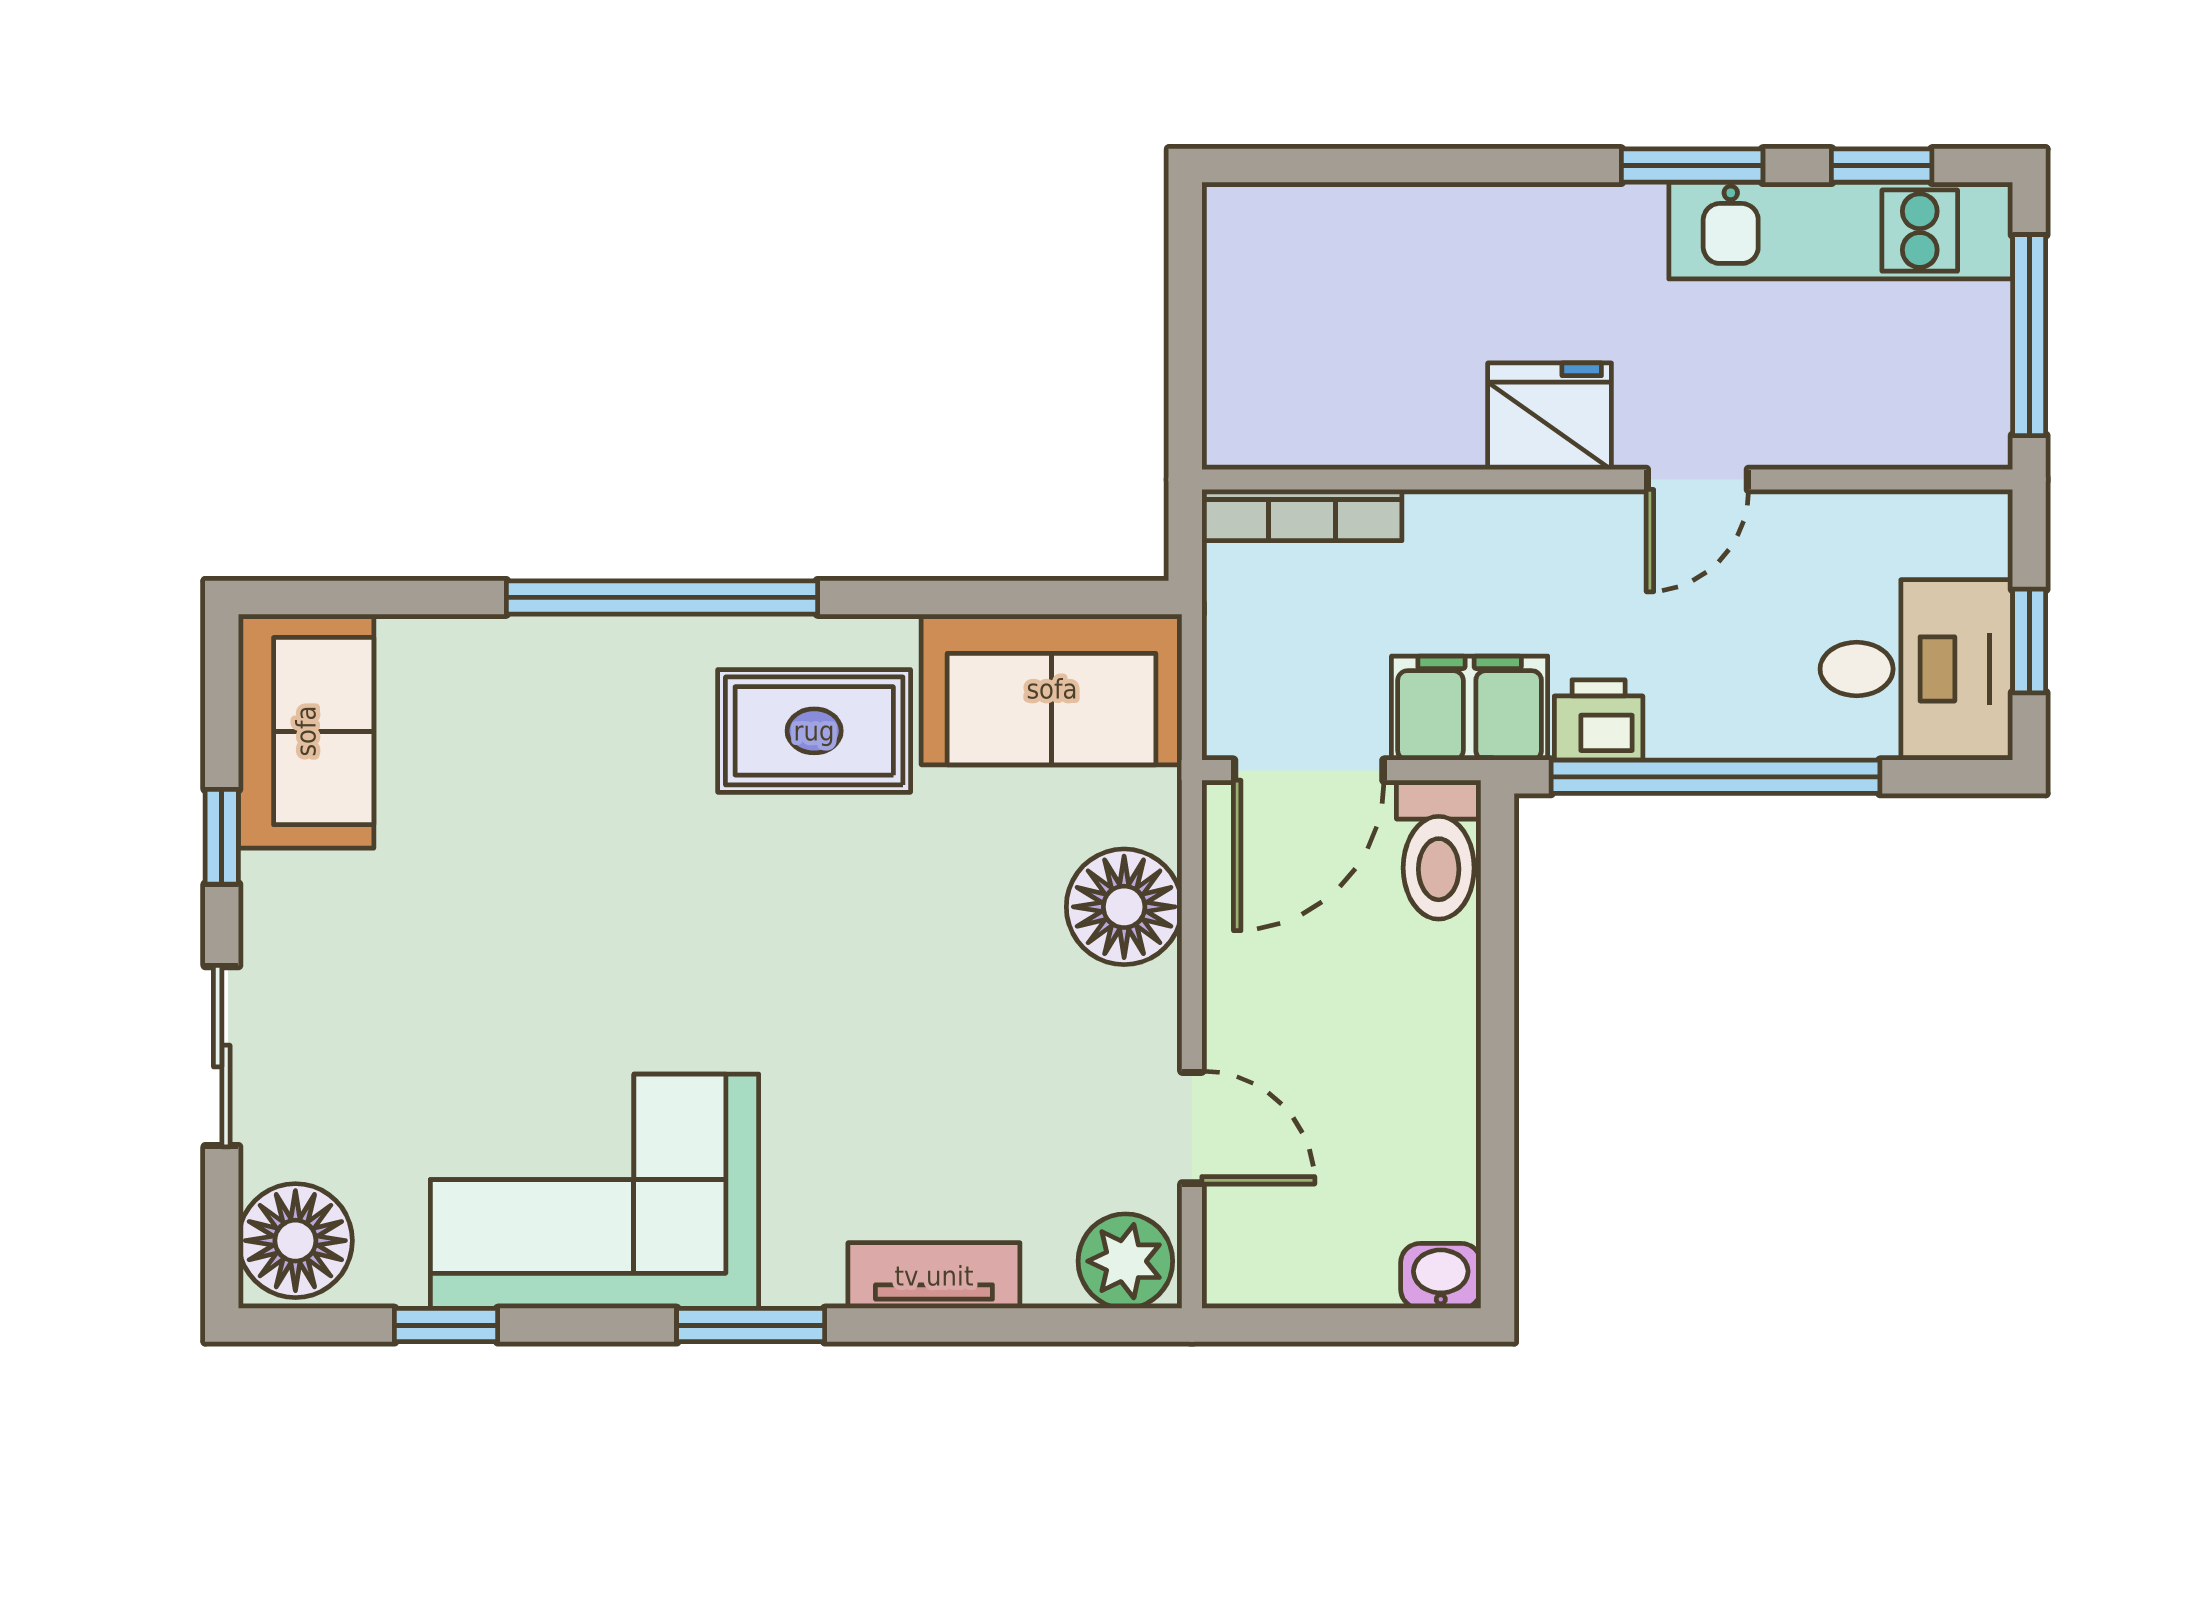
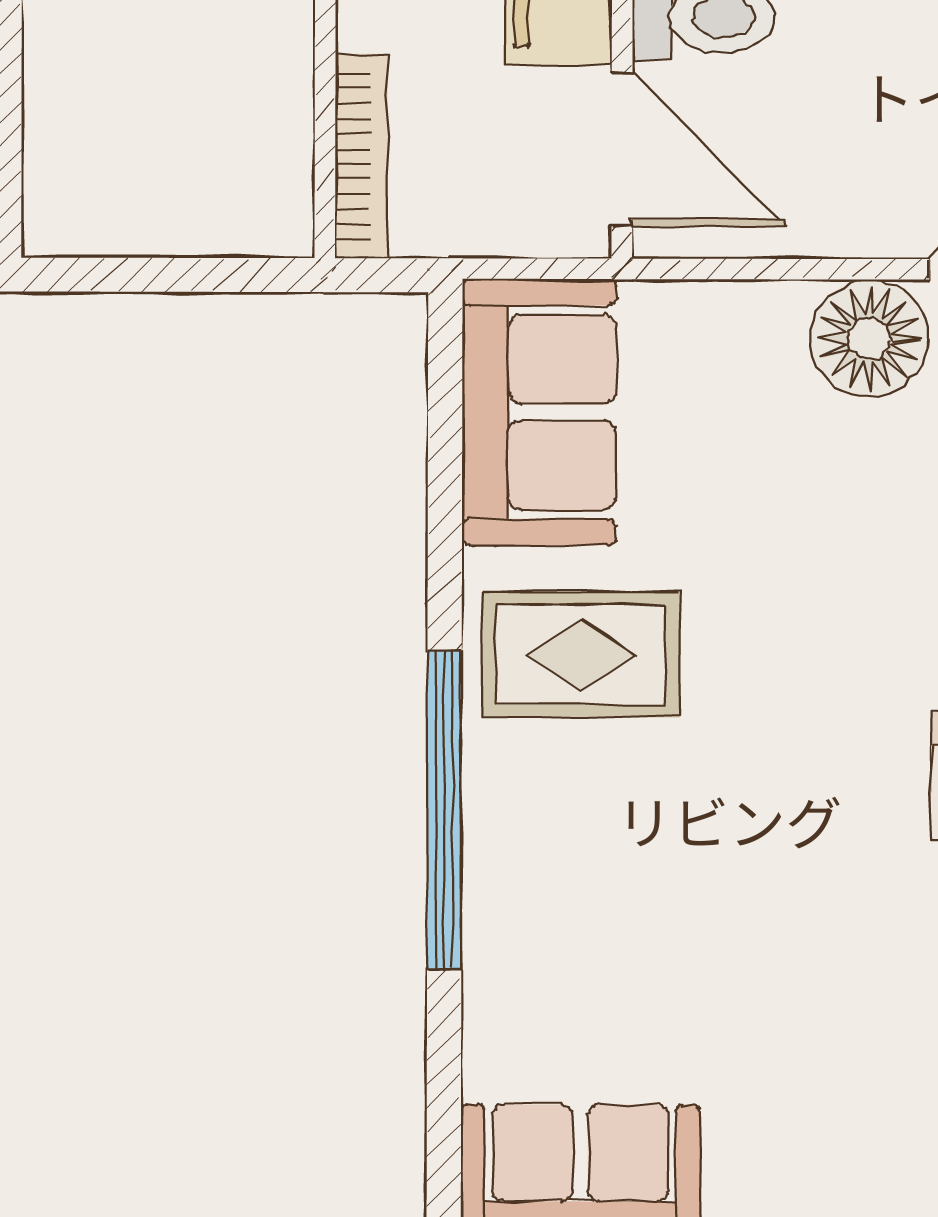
rug: (814, 731) -> (581, 655), turned 90
floor lamp: (1124, 907) -> (869, 339), moved

